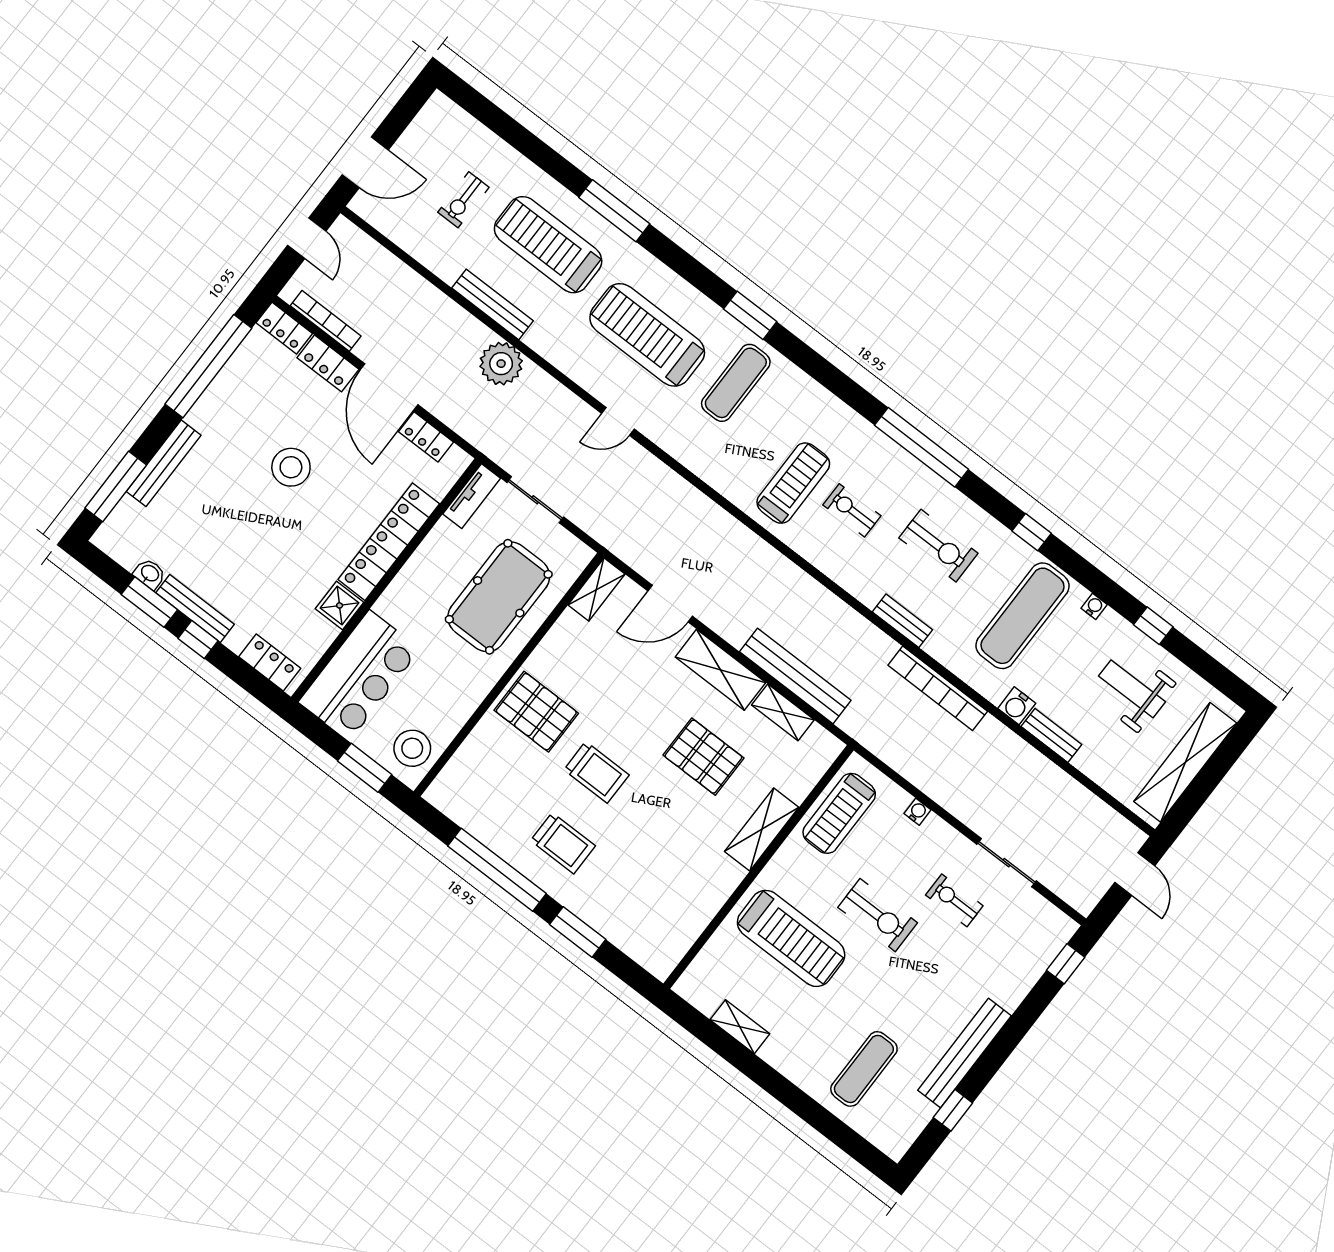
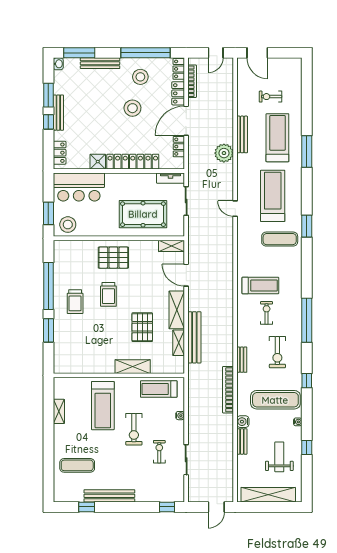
stool: (245, 409) -> (140, 77), added
washbasin: (150, 574) -> (58, 64), moved
pallet: (536, 712) -> (113, 258), turned 90

